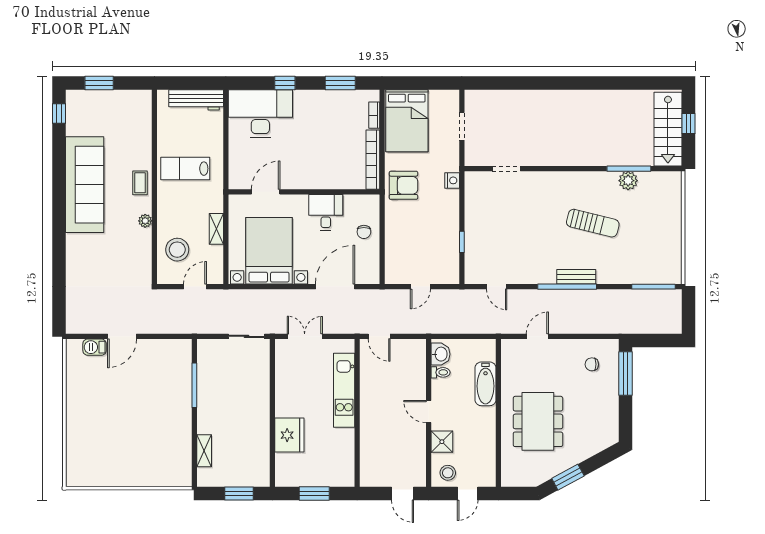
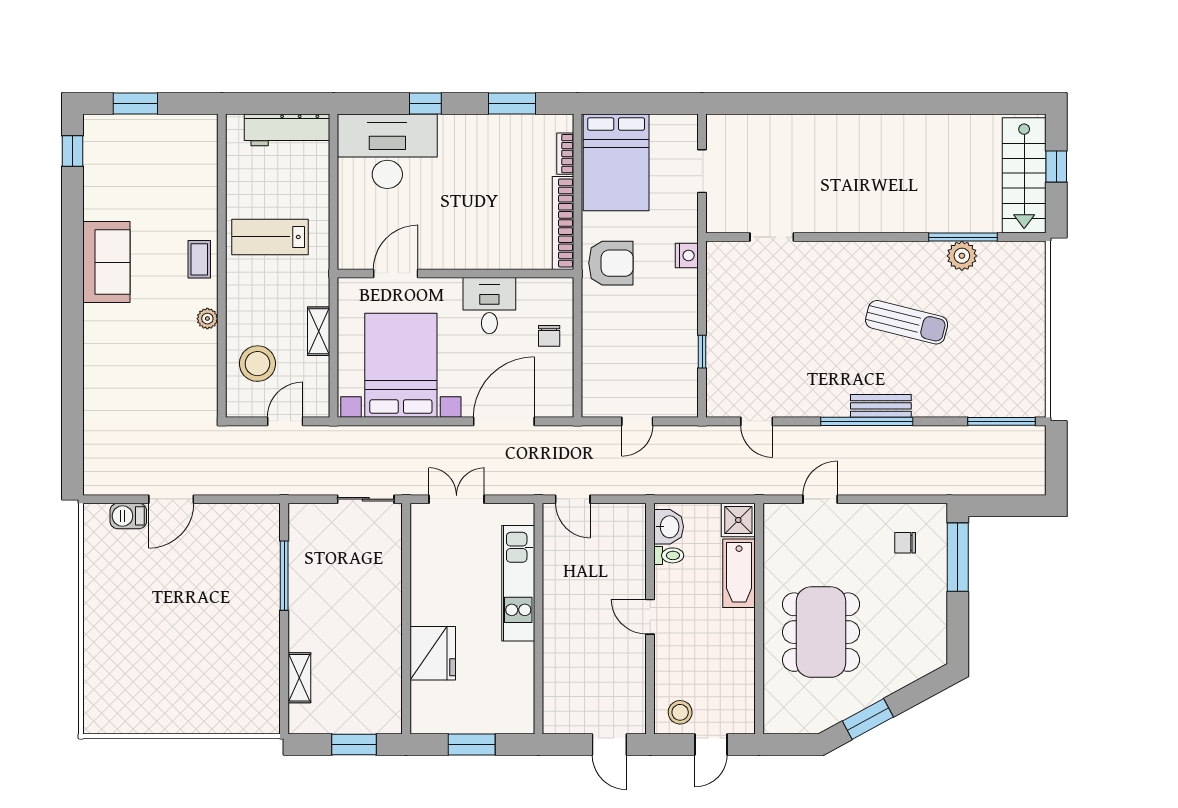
sofa: (85, 185) -> (106, 262), width x0.54, depth x0.79
shower: (442, 442) -> (738, 520), moved

